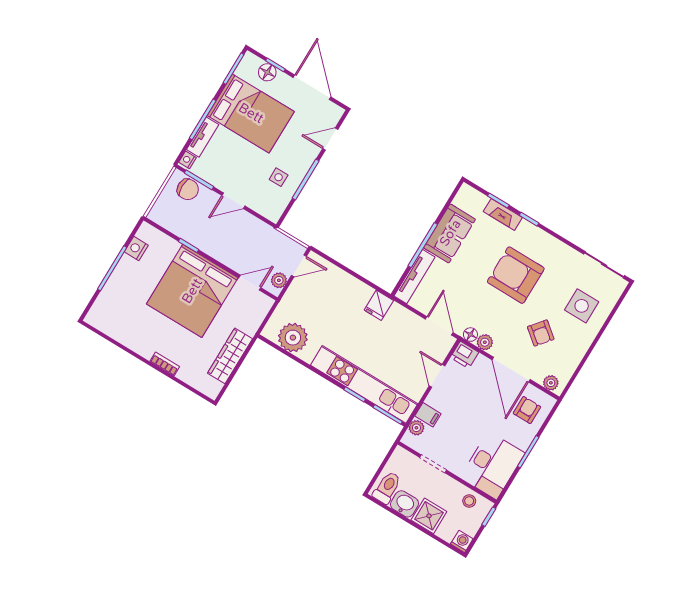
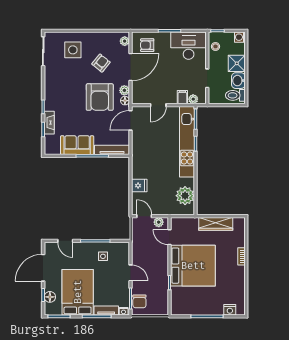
chair: (188, 189) -> (139, 301), turned 180
nightstand: (136, 248) -> (230, 310), moved
armchair: (516, 275) -> (100, 97), moved
fridge: (379, 305) -> (139, 186), moved
printer: (465, 355) -> (138, 97), removed

